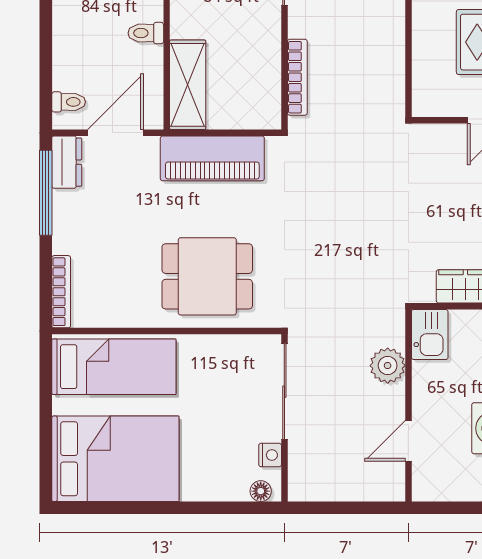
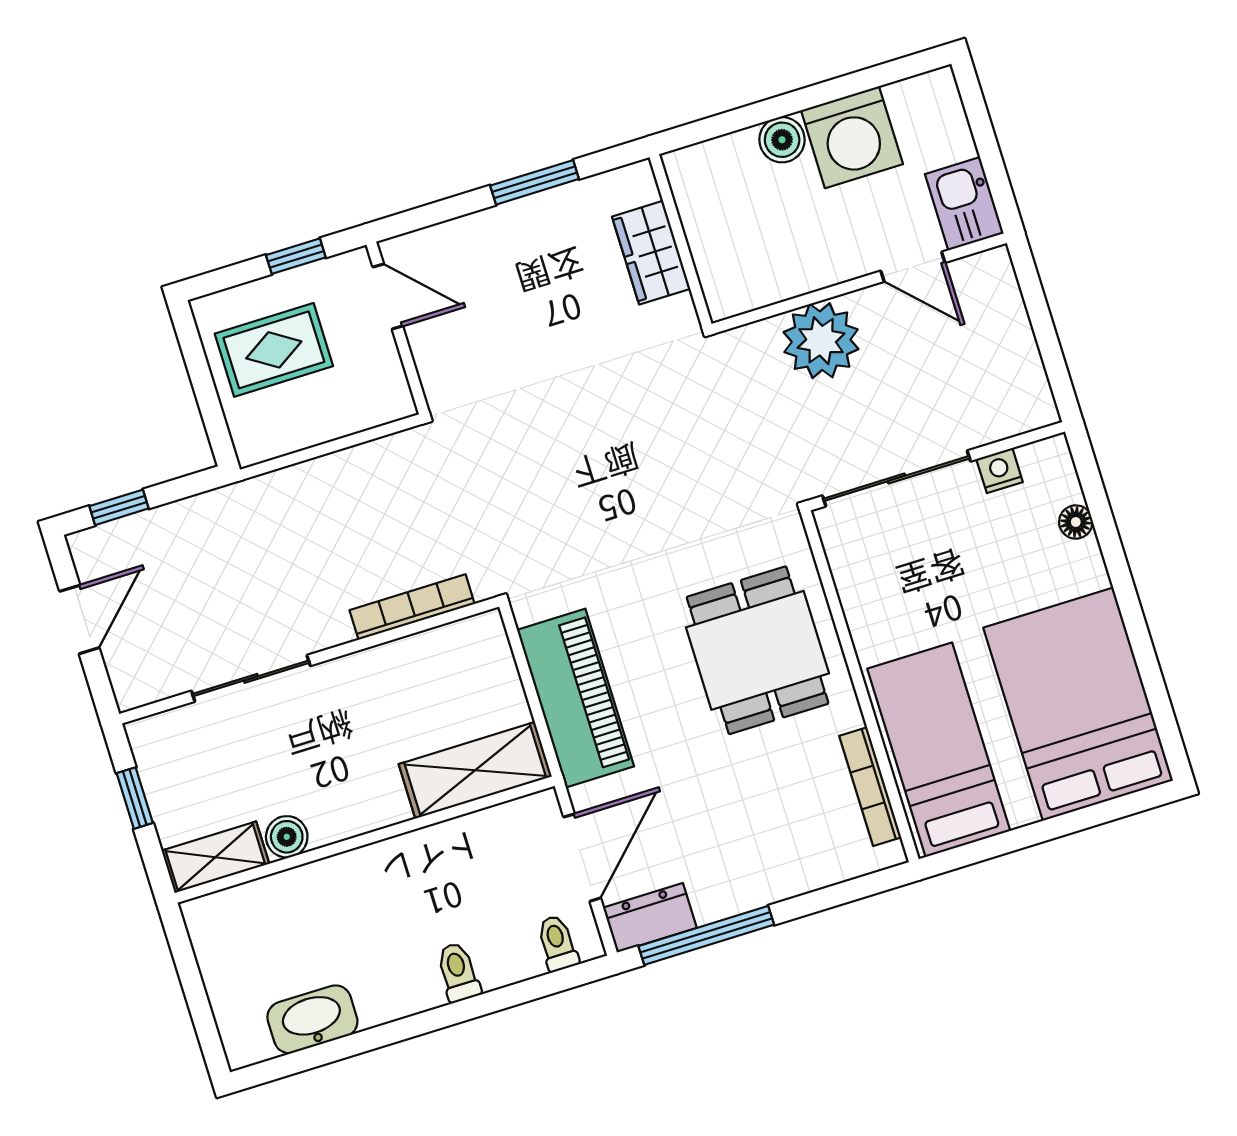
toilet: (146, 33) -> (458, 972), moved, turned 180
door: (115, 133) -> (582, 858), swing flipped
bookcase: (61, 292) -> (870, 787), moved, turned -90
kitchen sink: (430, 335) -> (964, 204), moved, turned -90
plant: (388, 366) -> (821, 341), width x1.36, depth x1.36
floor lamp: (261, 491) -> (1076, 522), moved

